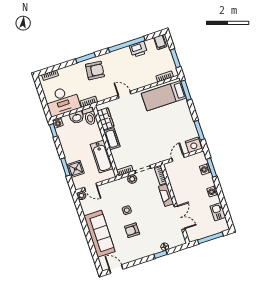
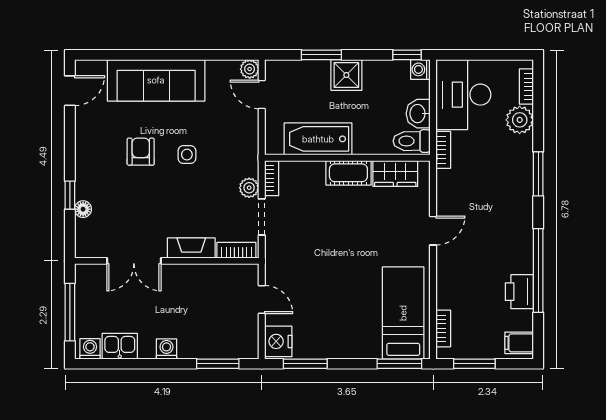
armchair: (95, 70) -> (505, 185), removed
plant: (65, 73) -> (520, 120), added
shower: (76, 169) -> (346, 75), moved
washing machine: (205, 169) -> (90, 349), moved
door: (91, 187) -> (262, 94), hinge flipped

